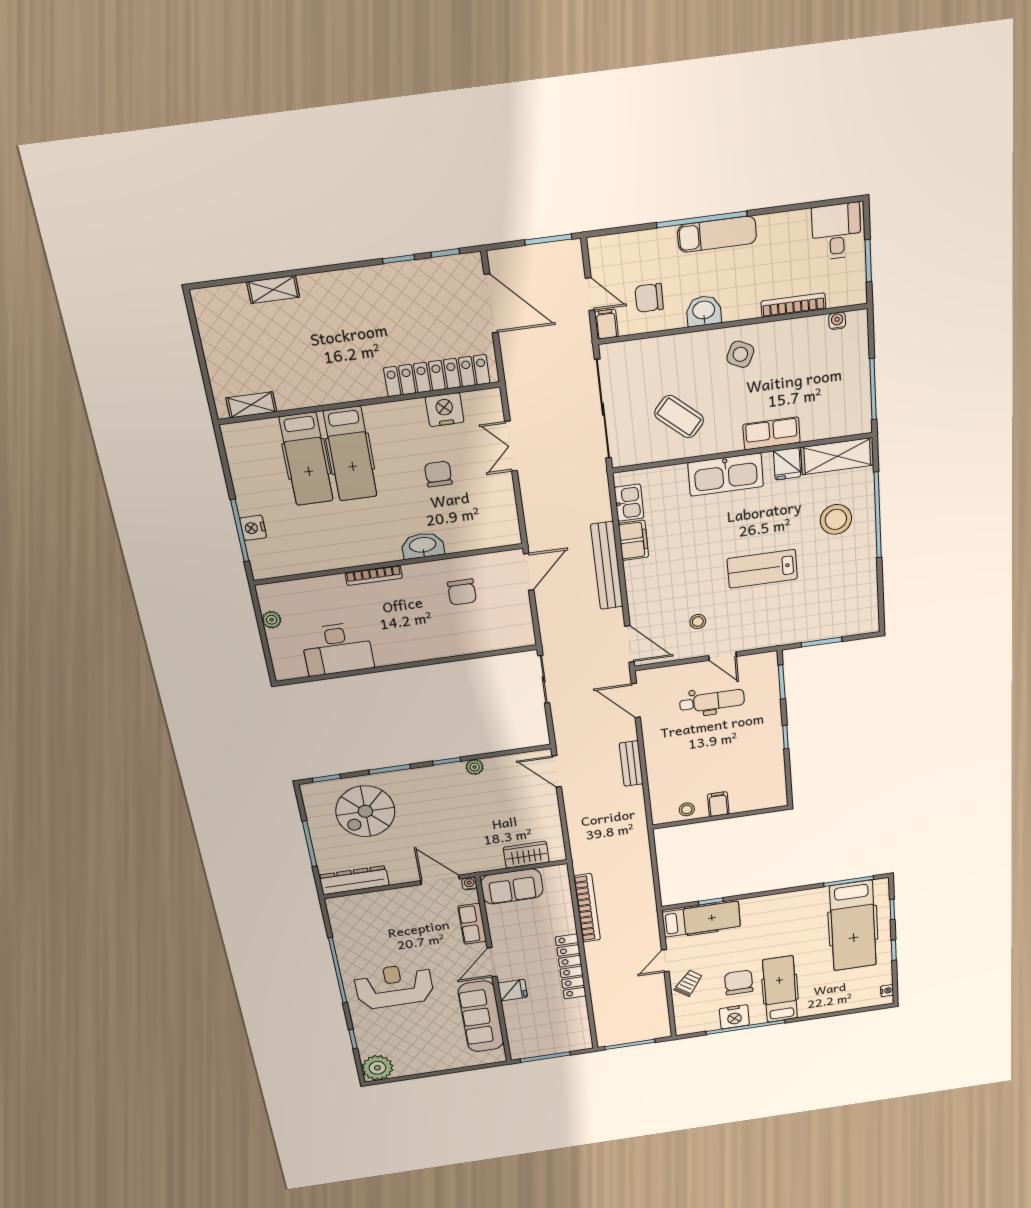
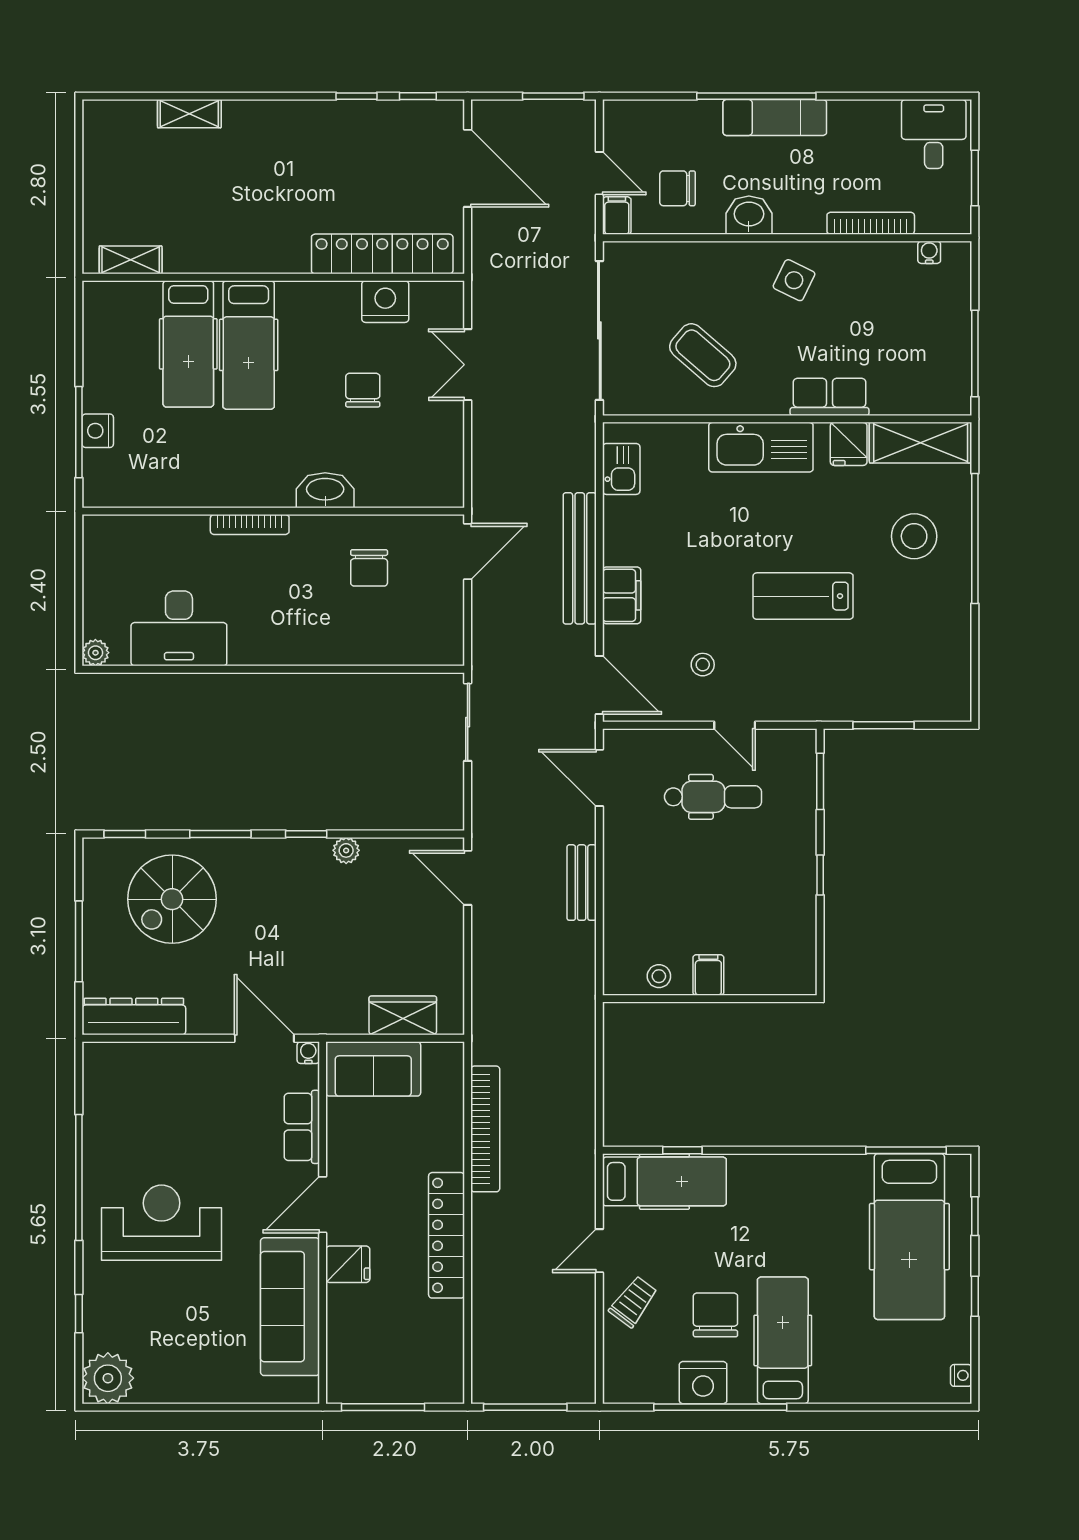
filing cabinet: (633, 540) -> (622, 595), moved
plant: (272, 620) -> (95, 653), moved

